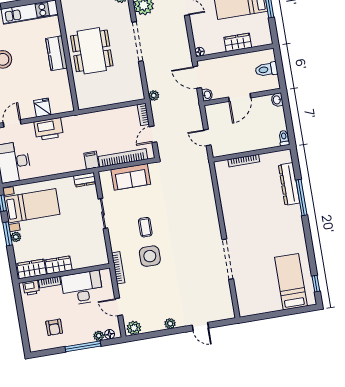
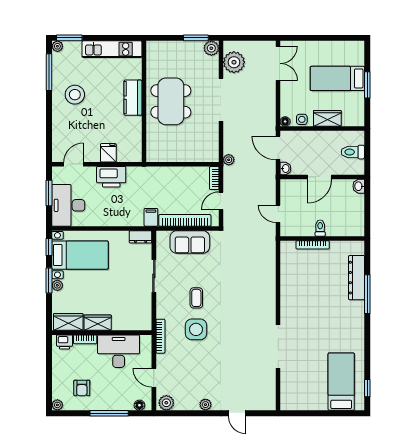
side table: (215, 47) -> (302, 119), added
toilet: (284, 138) -> (320, 228), moved
plant: (99, 336) -> (57, 405), moved

